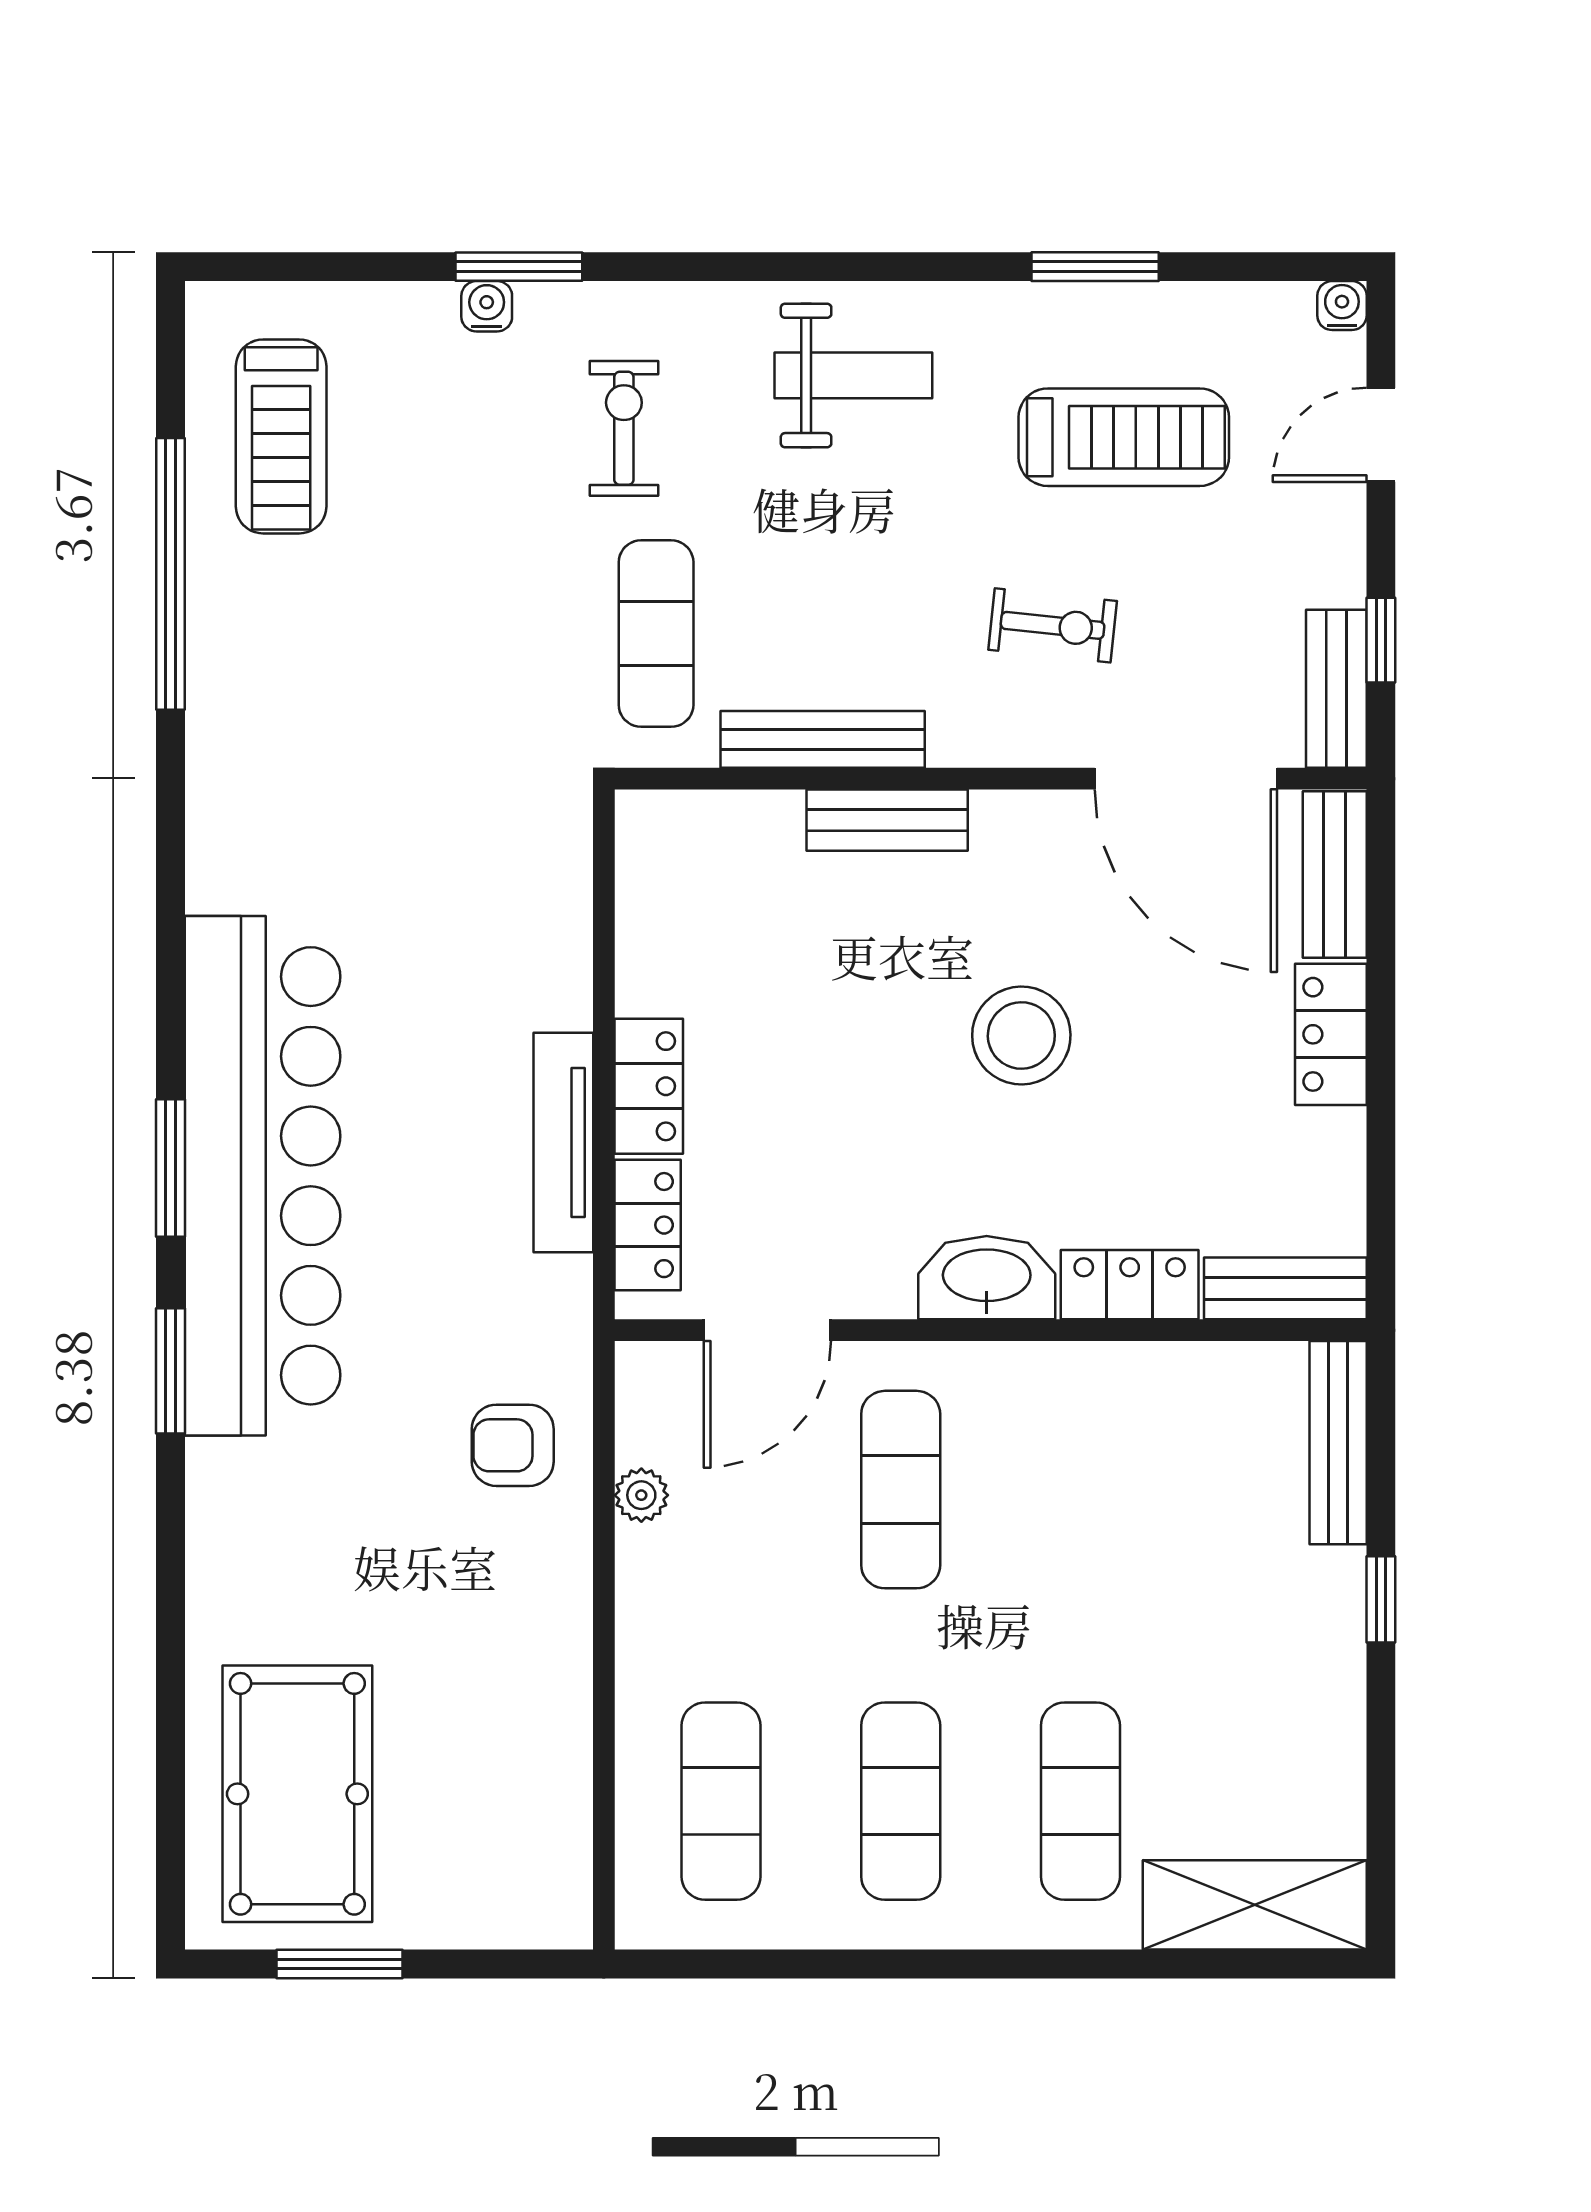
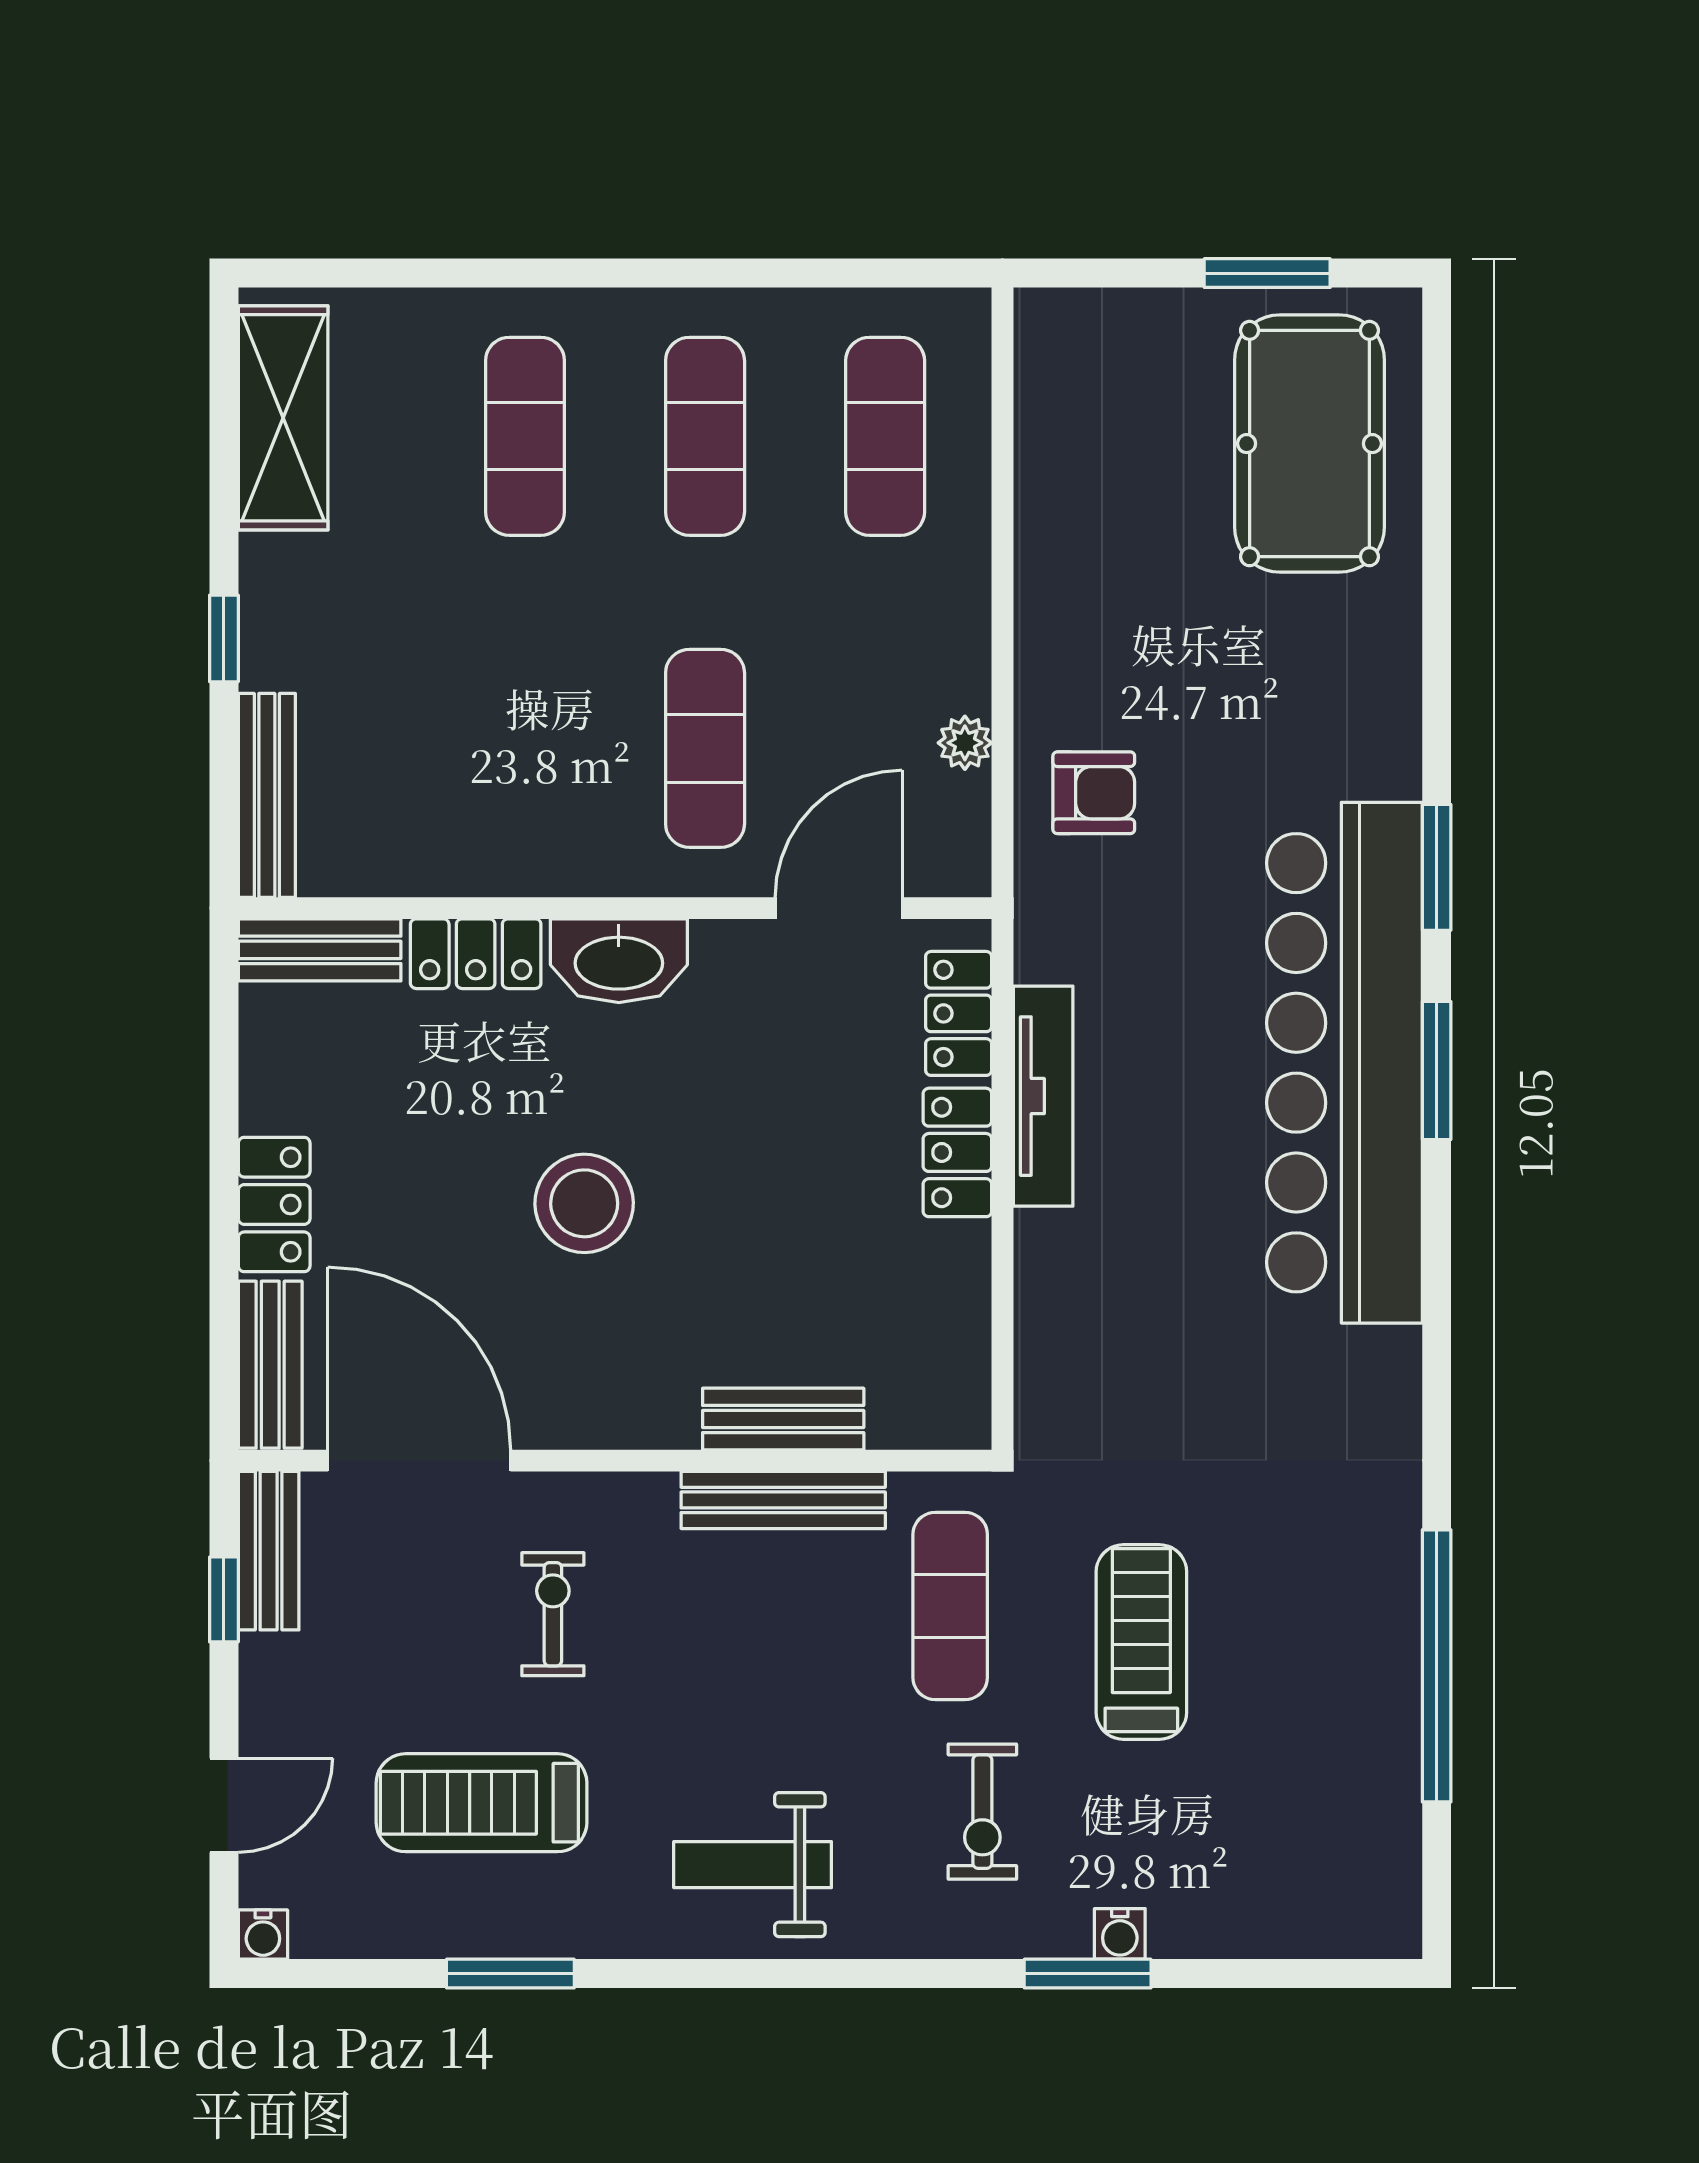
treadmill: (281, 436) -> (1141, 1642), moved
exercise bike: (1053, 625) -> (553, 1614), turned 84
bench: (887, 820) -> (783, 1419), moved
shelving: (1255, 1905) -> (283, 418), moved, turned 90

